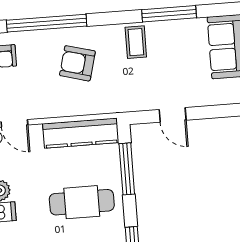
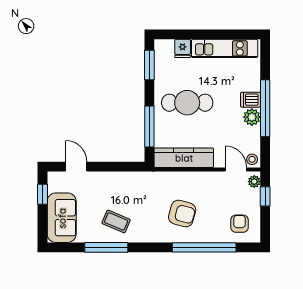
coffee table: (136, 42) -> (116, 221), moved, turned -67
door: (173, 115) -> (76, 167), moved

